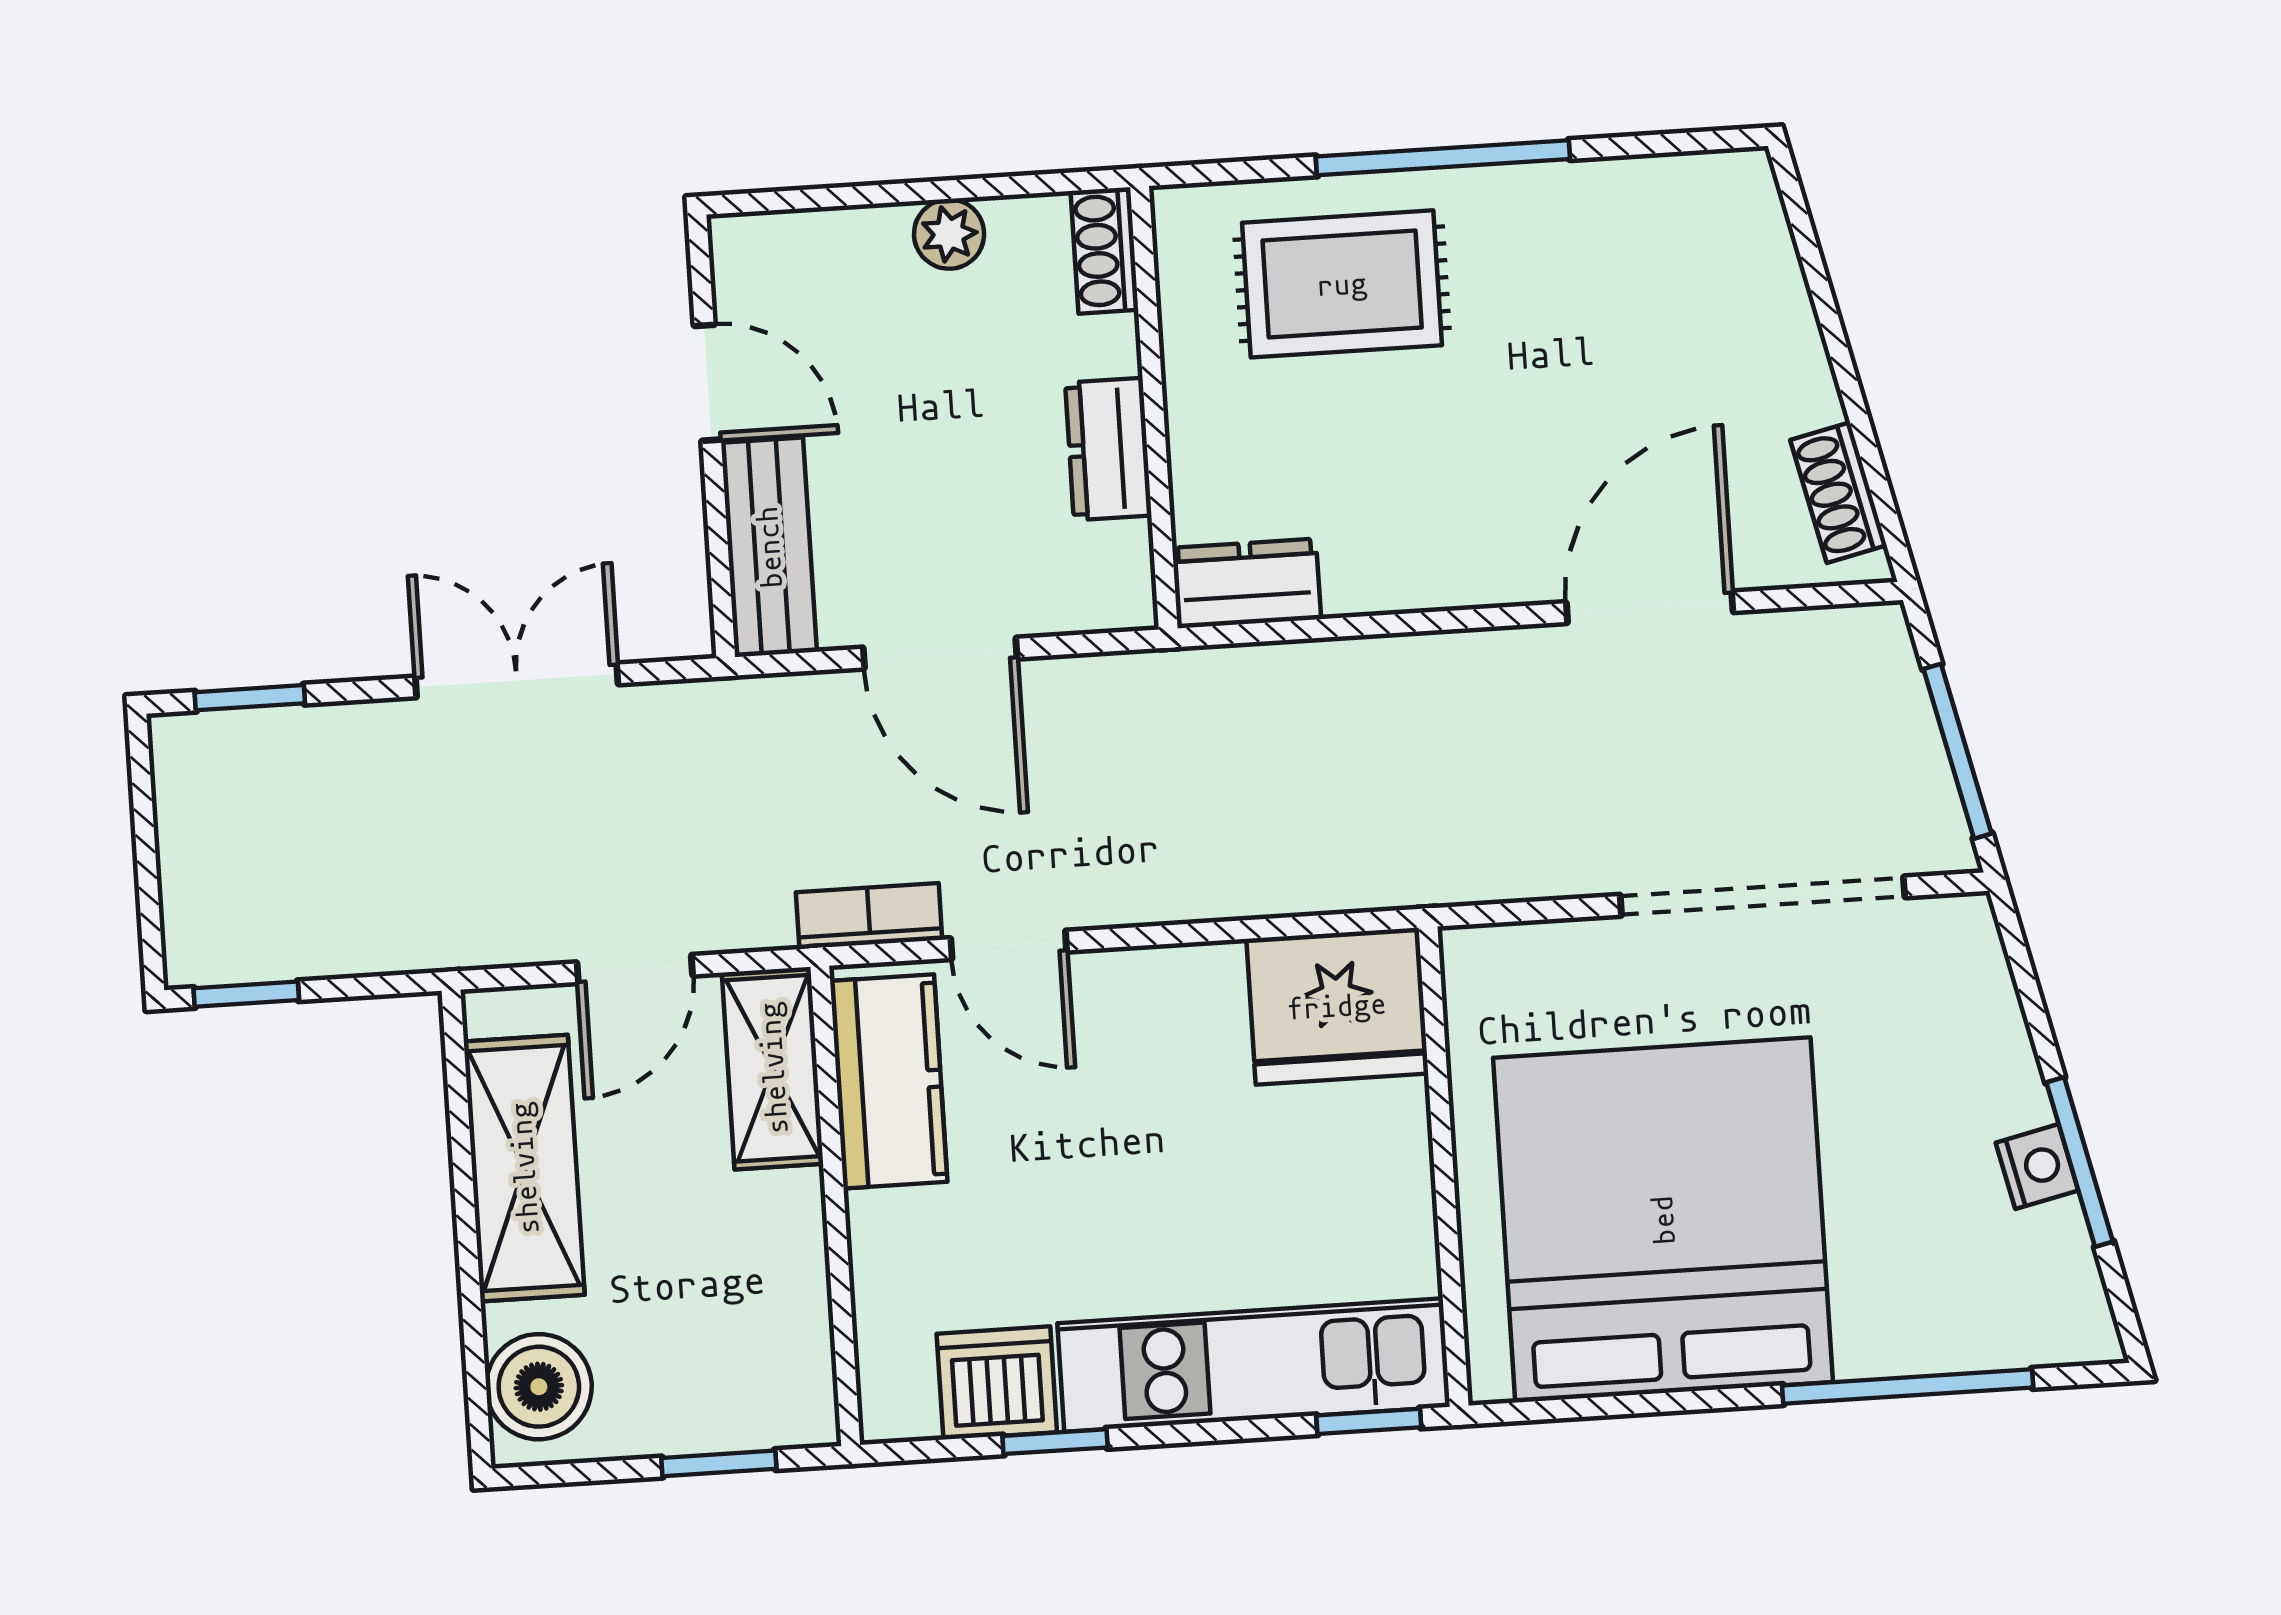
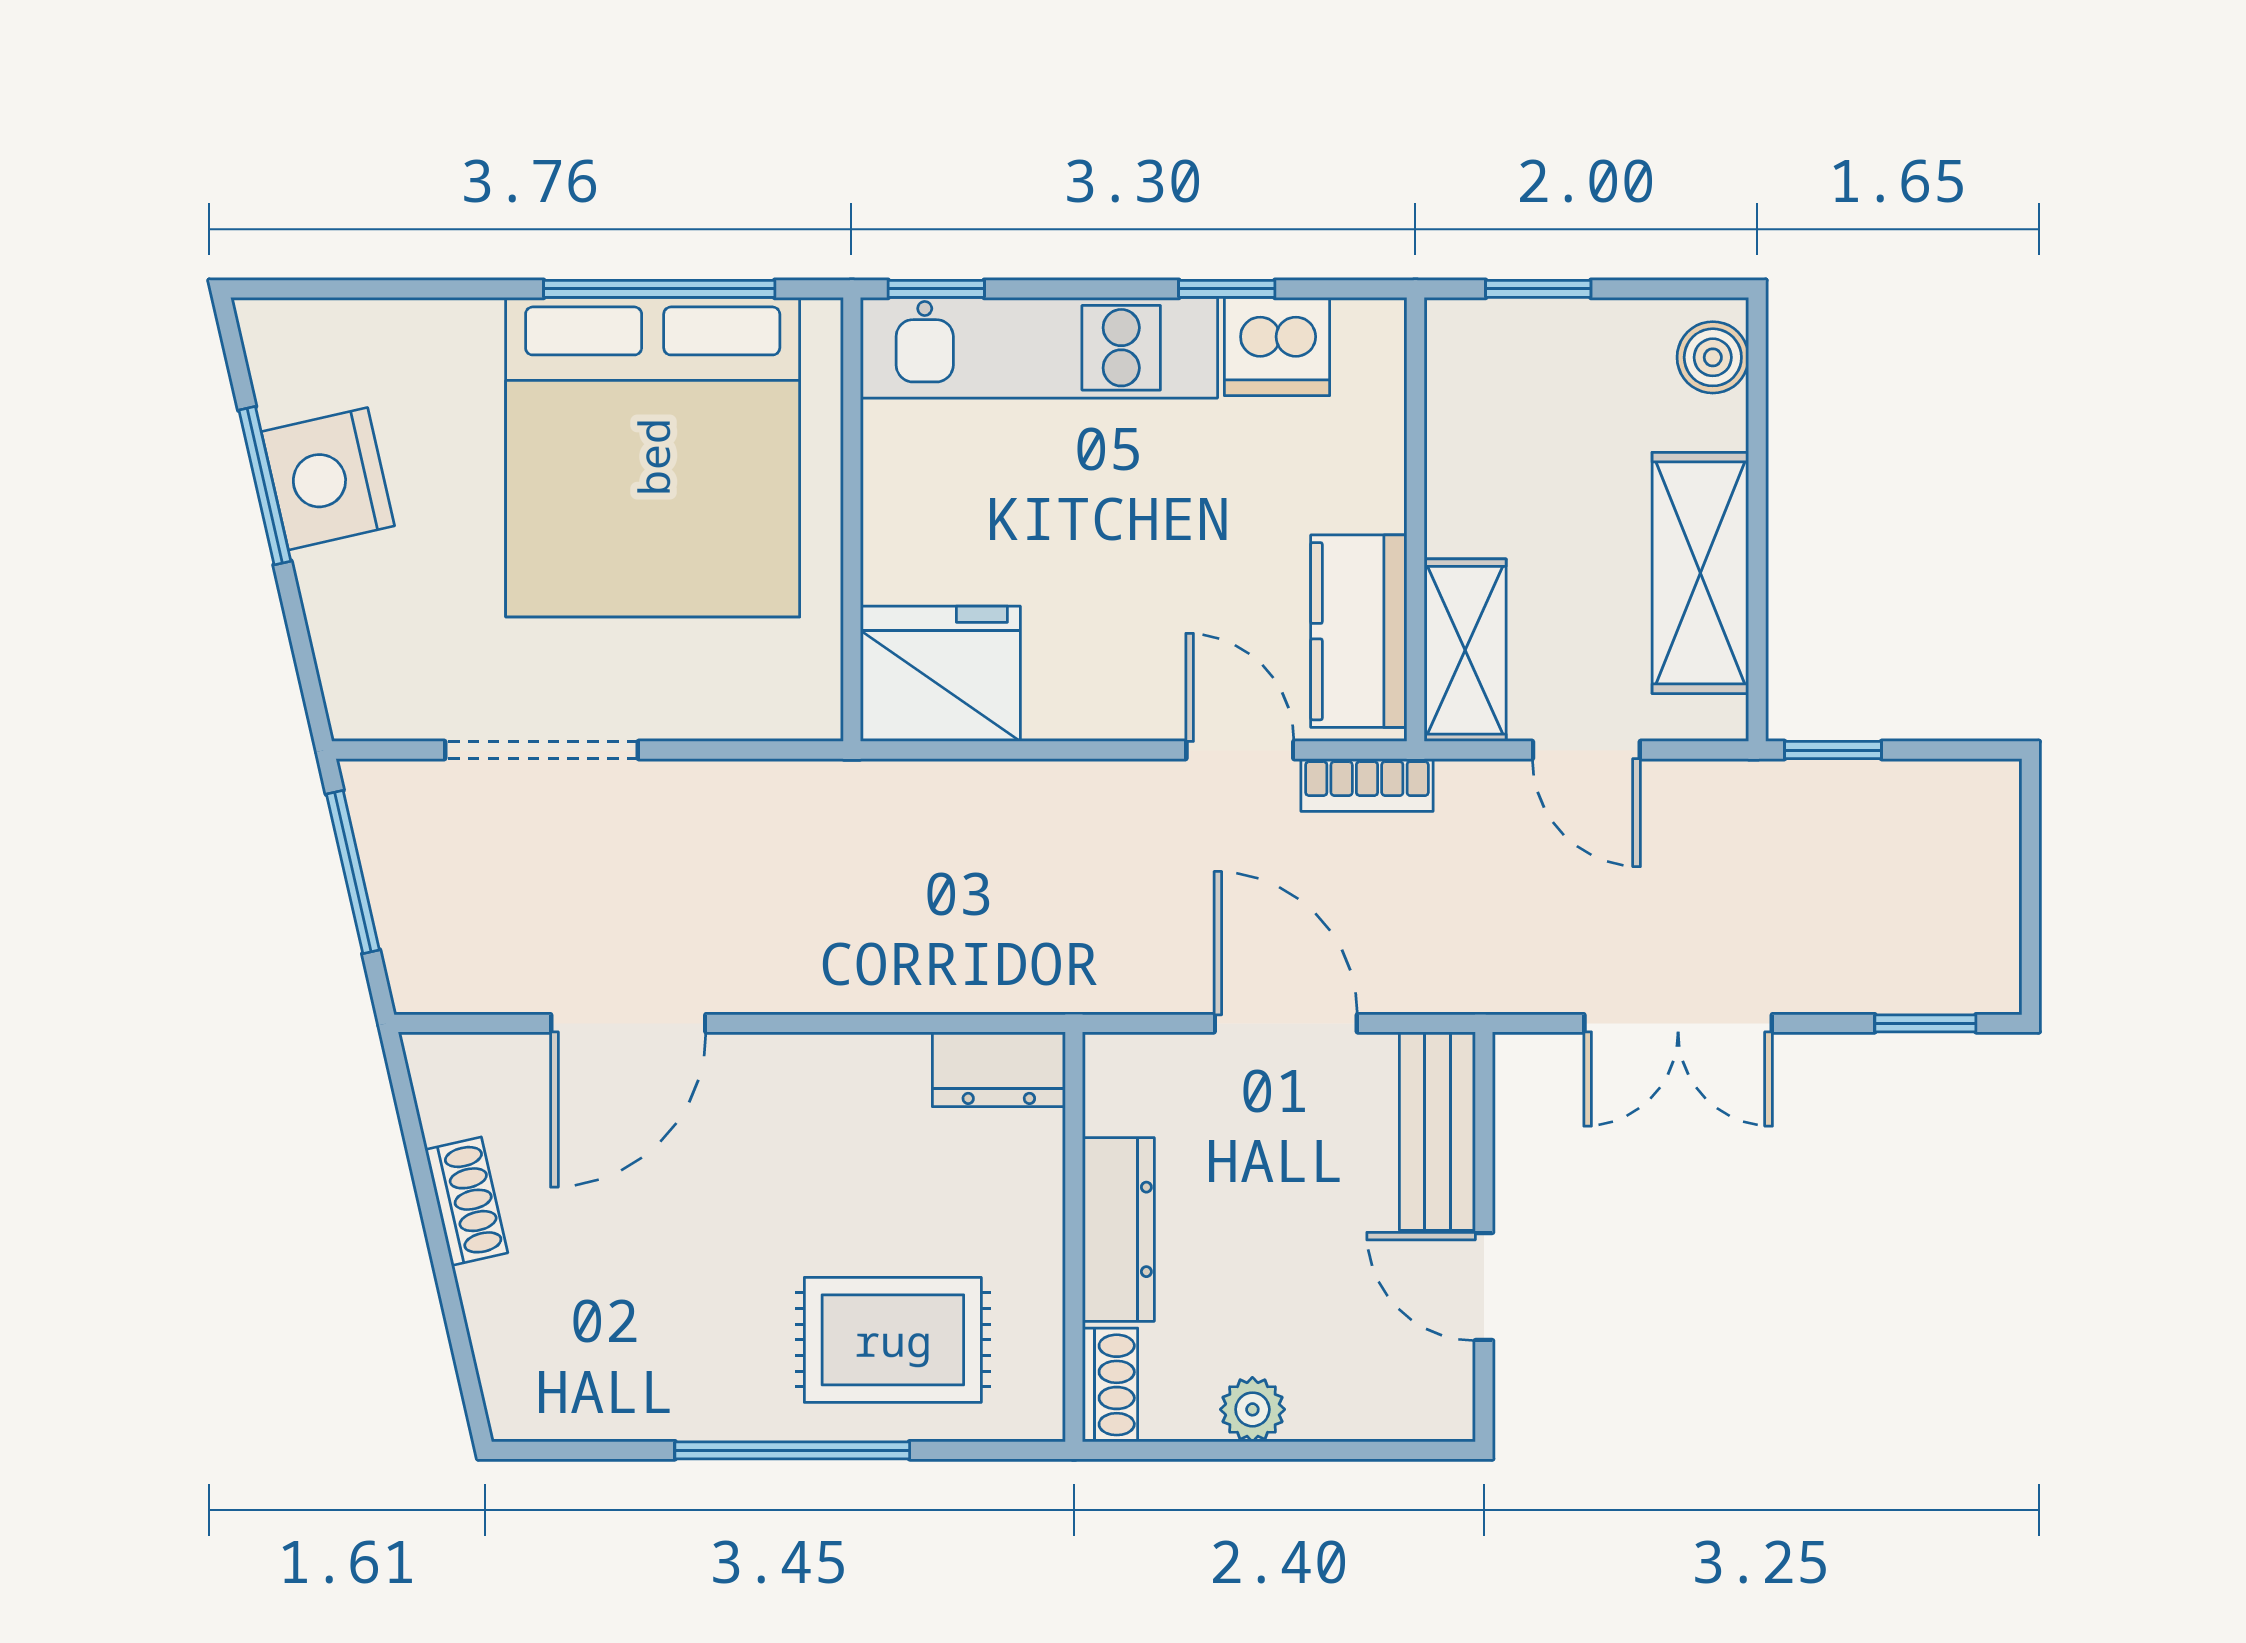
dresser: (1108, 449) -> (1118, 1229), width x1.44
shoe rack: (1838, 493) -> (466, 1201), moved
doorway: (1762, 896) -> (541, 750), width x0.73
door: (635, 969) -> (1586, 750), swing flipped
window: (246, 994) -> (1833, 750), moved
nightstand: (2037, 1167) -> (328, 479), width x1.89, depth x1.79
boiler: (539, 1387) -> (1713, 357), width x0.73, depth x0.73
window: (1908, 1387) -> (659, 289), moved

